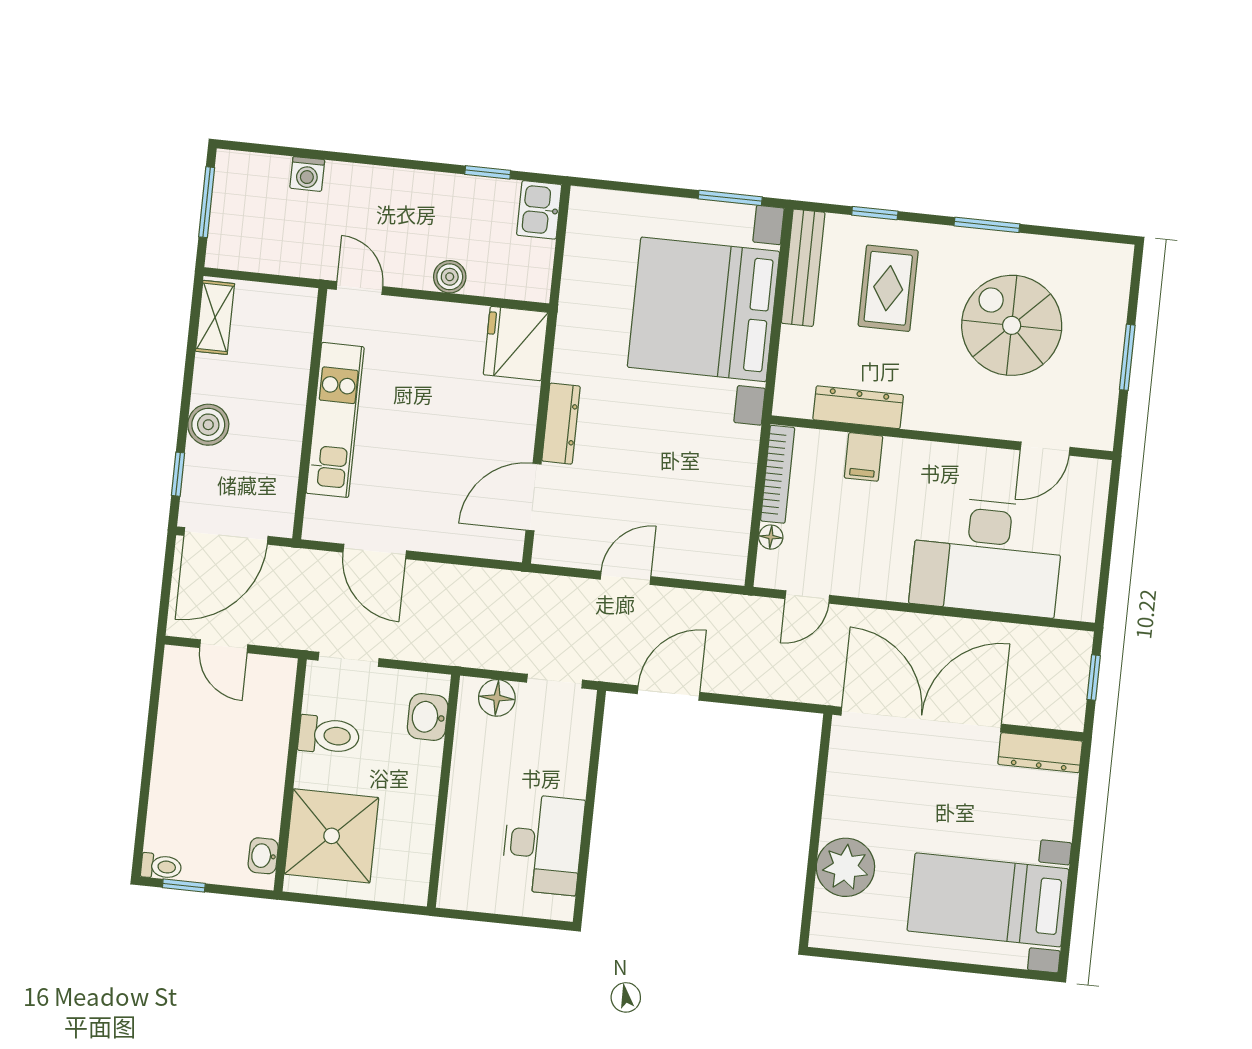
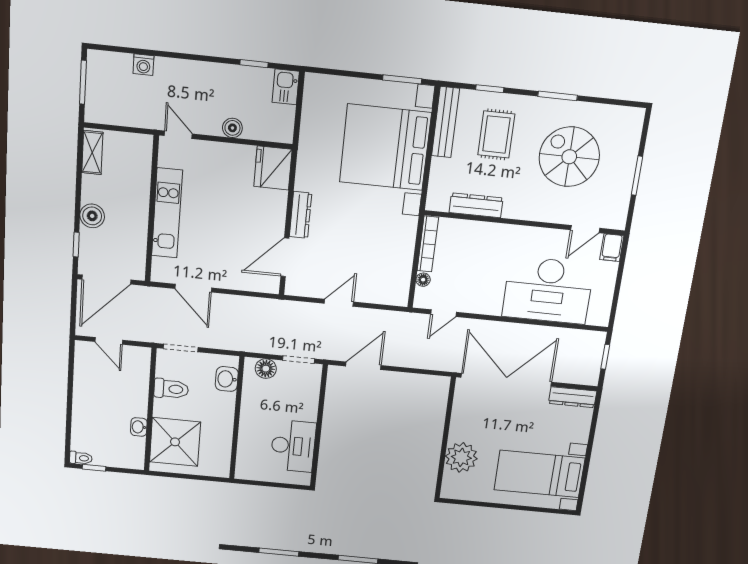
filing cabinet: (863, 457) -> (612, 248), moved
washbasin: (263, 856) -> (139, 427), moved

